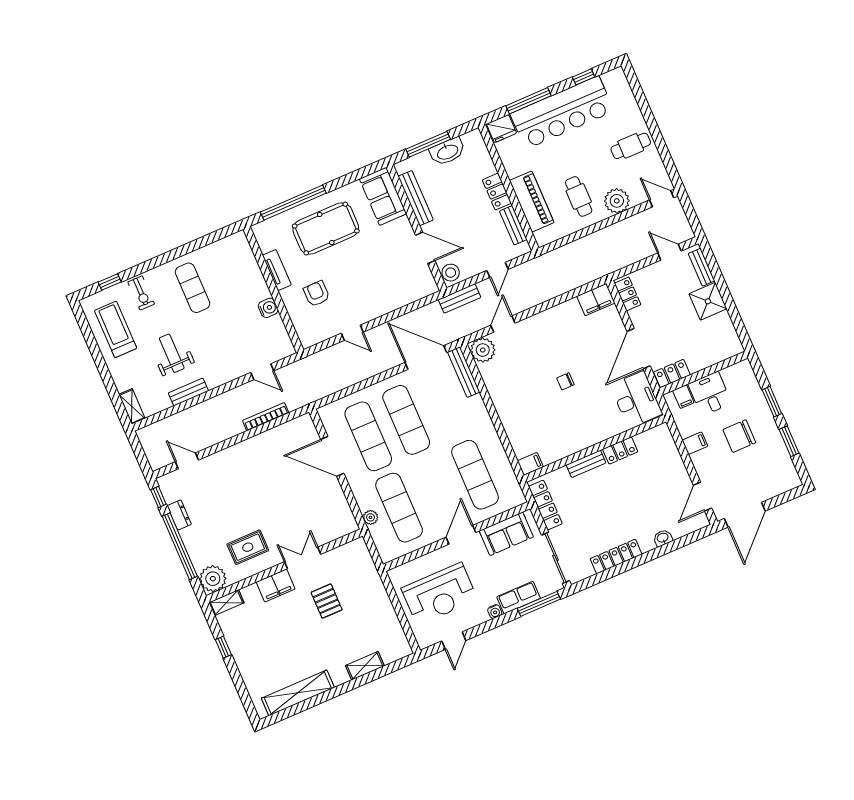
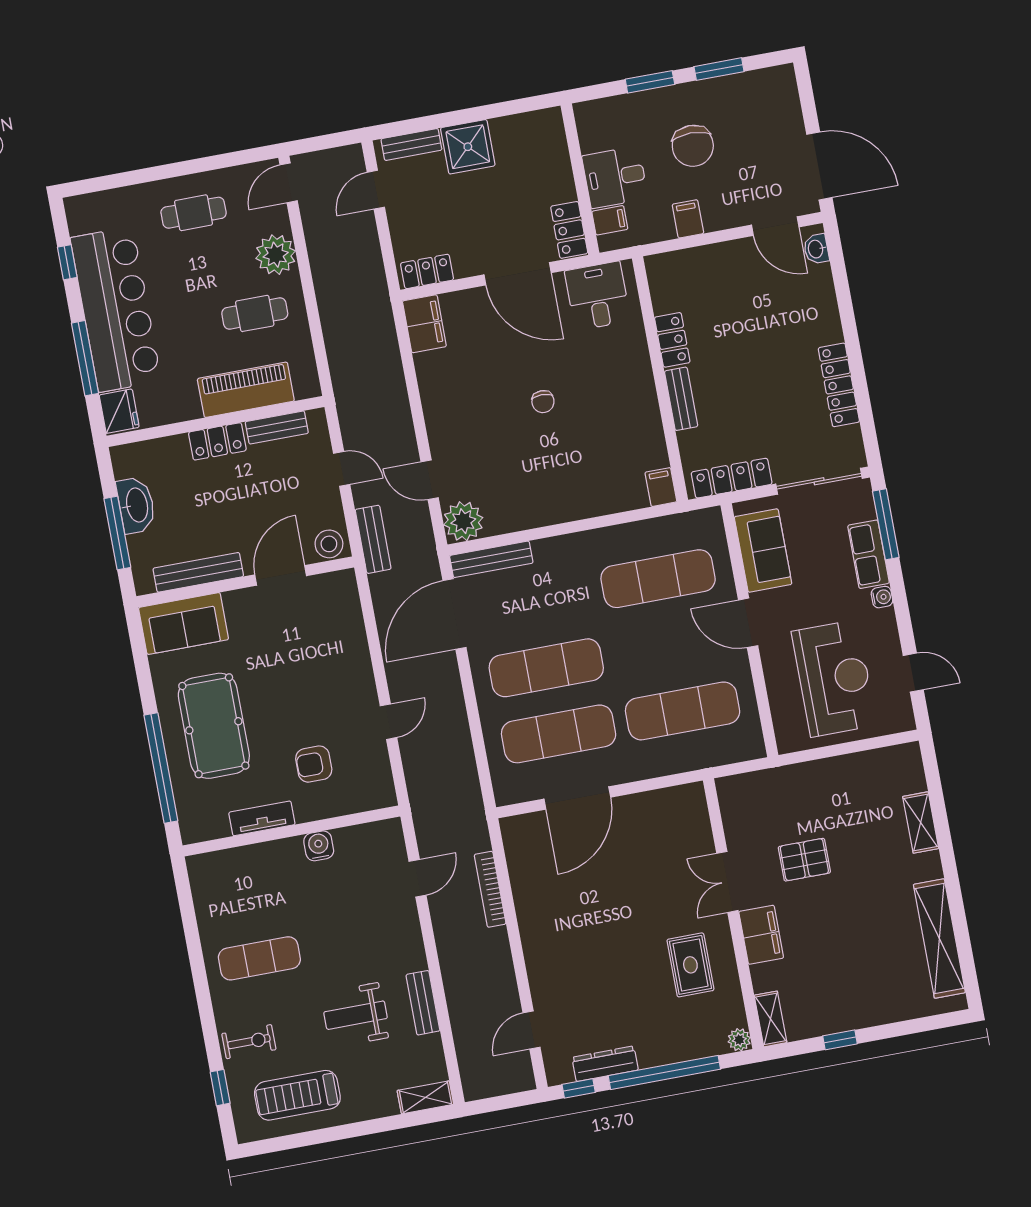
cafe table: (631, 146) -> (194, 213), turned 90
desk: (636, 400) -> (598, 296), width x0.73
dresser: (179, 515) -> (605, 1064), width x1.44
plant: (371, 517) -> (688, 760), removed
washbasin: (663, 538) -> (816, 249), moved
plant: (213, 579) -> (739, 1040), width x0.53, depth x0.53

